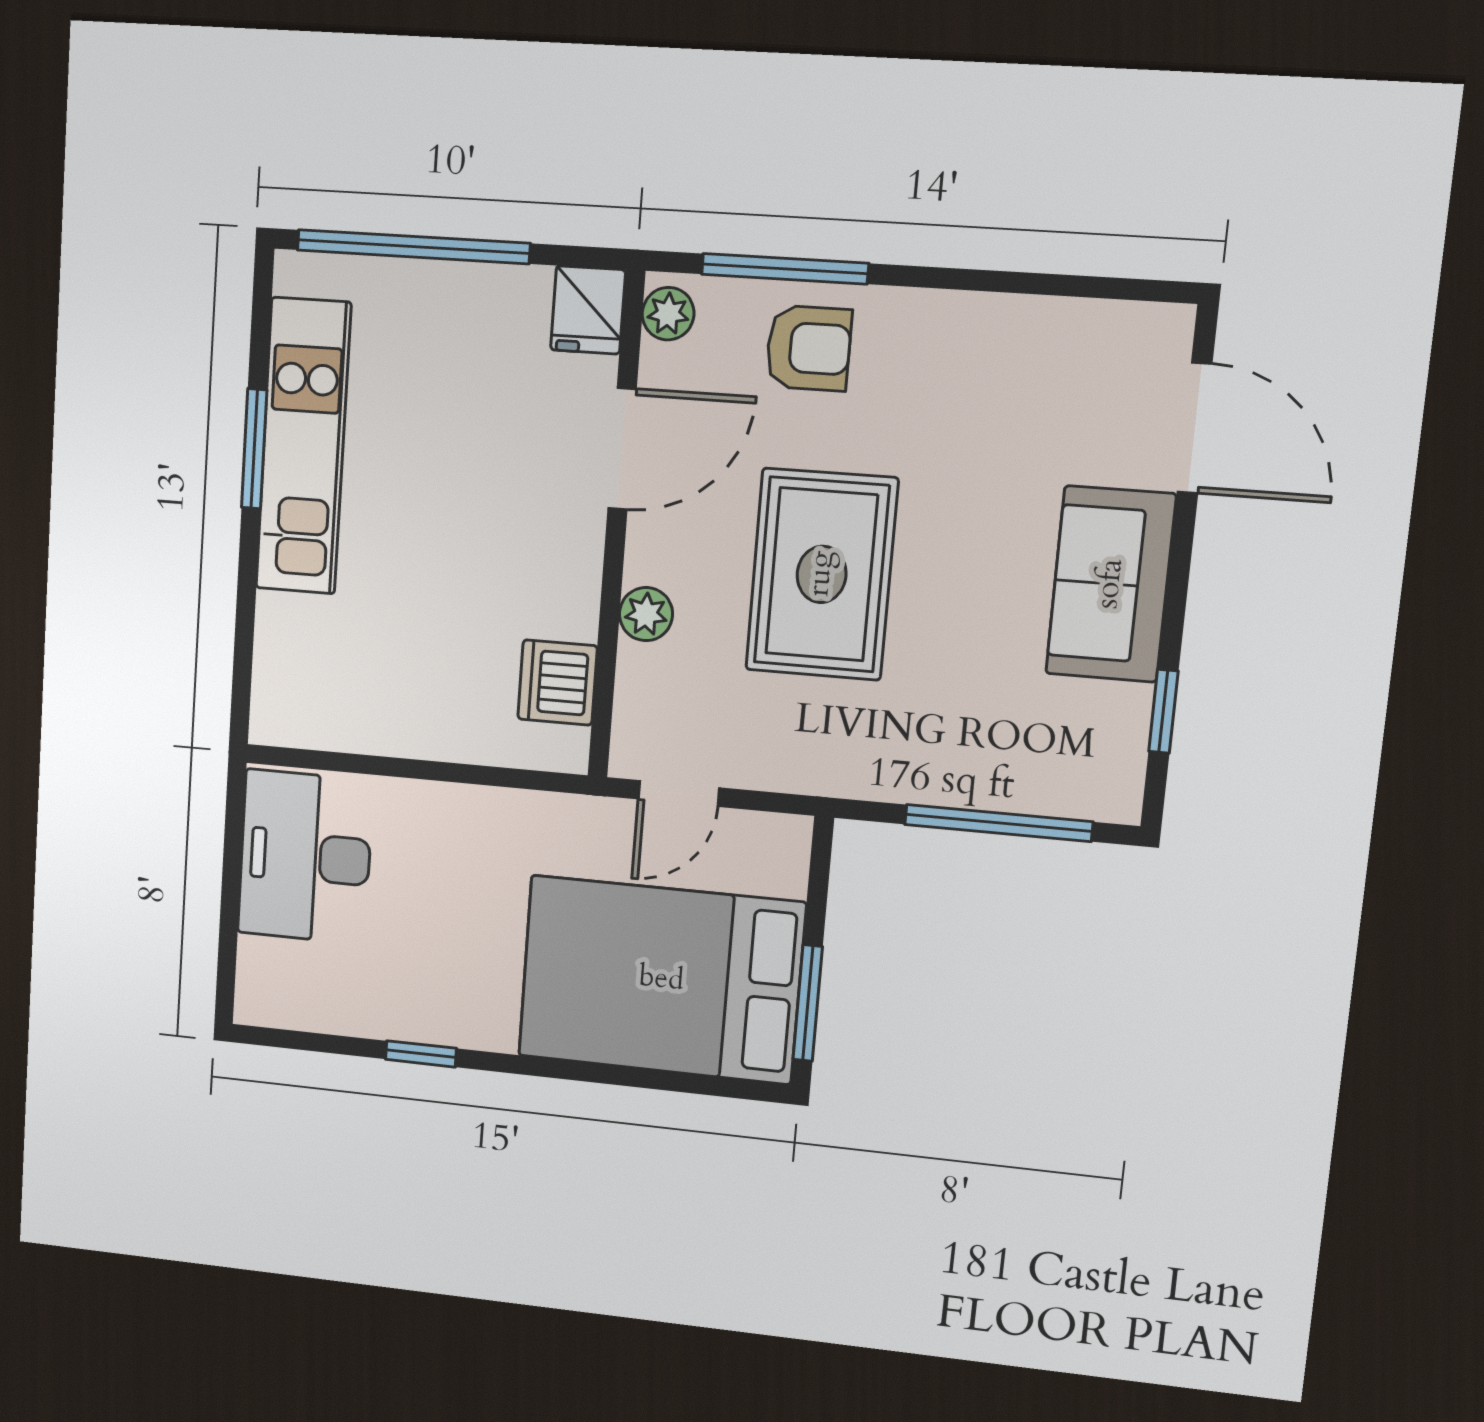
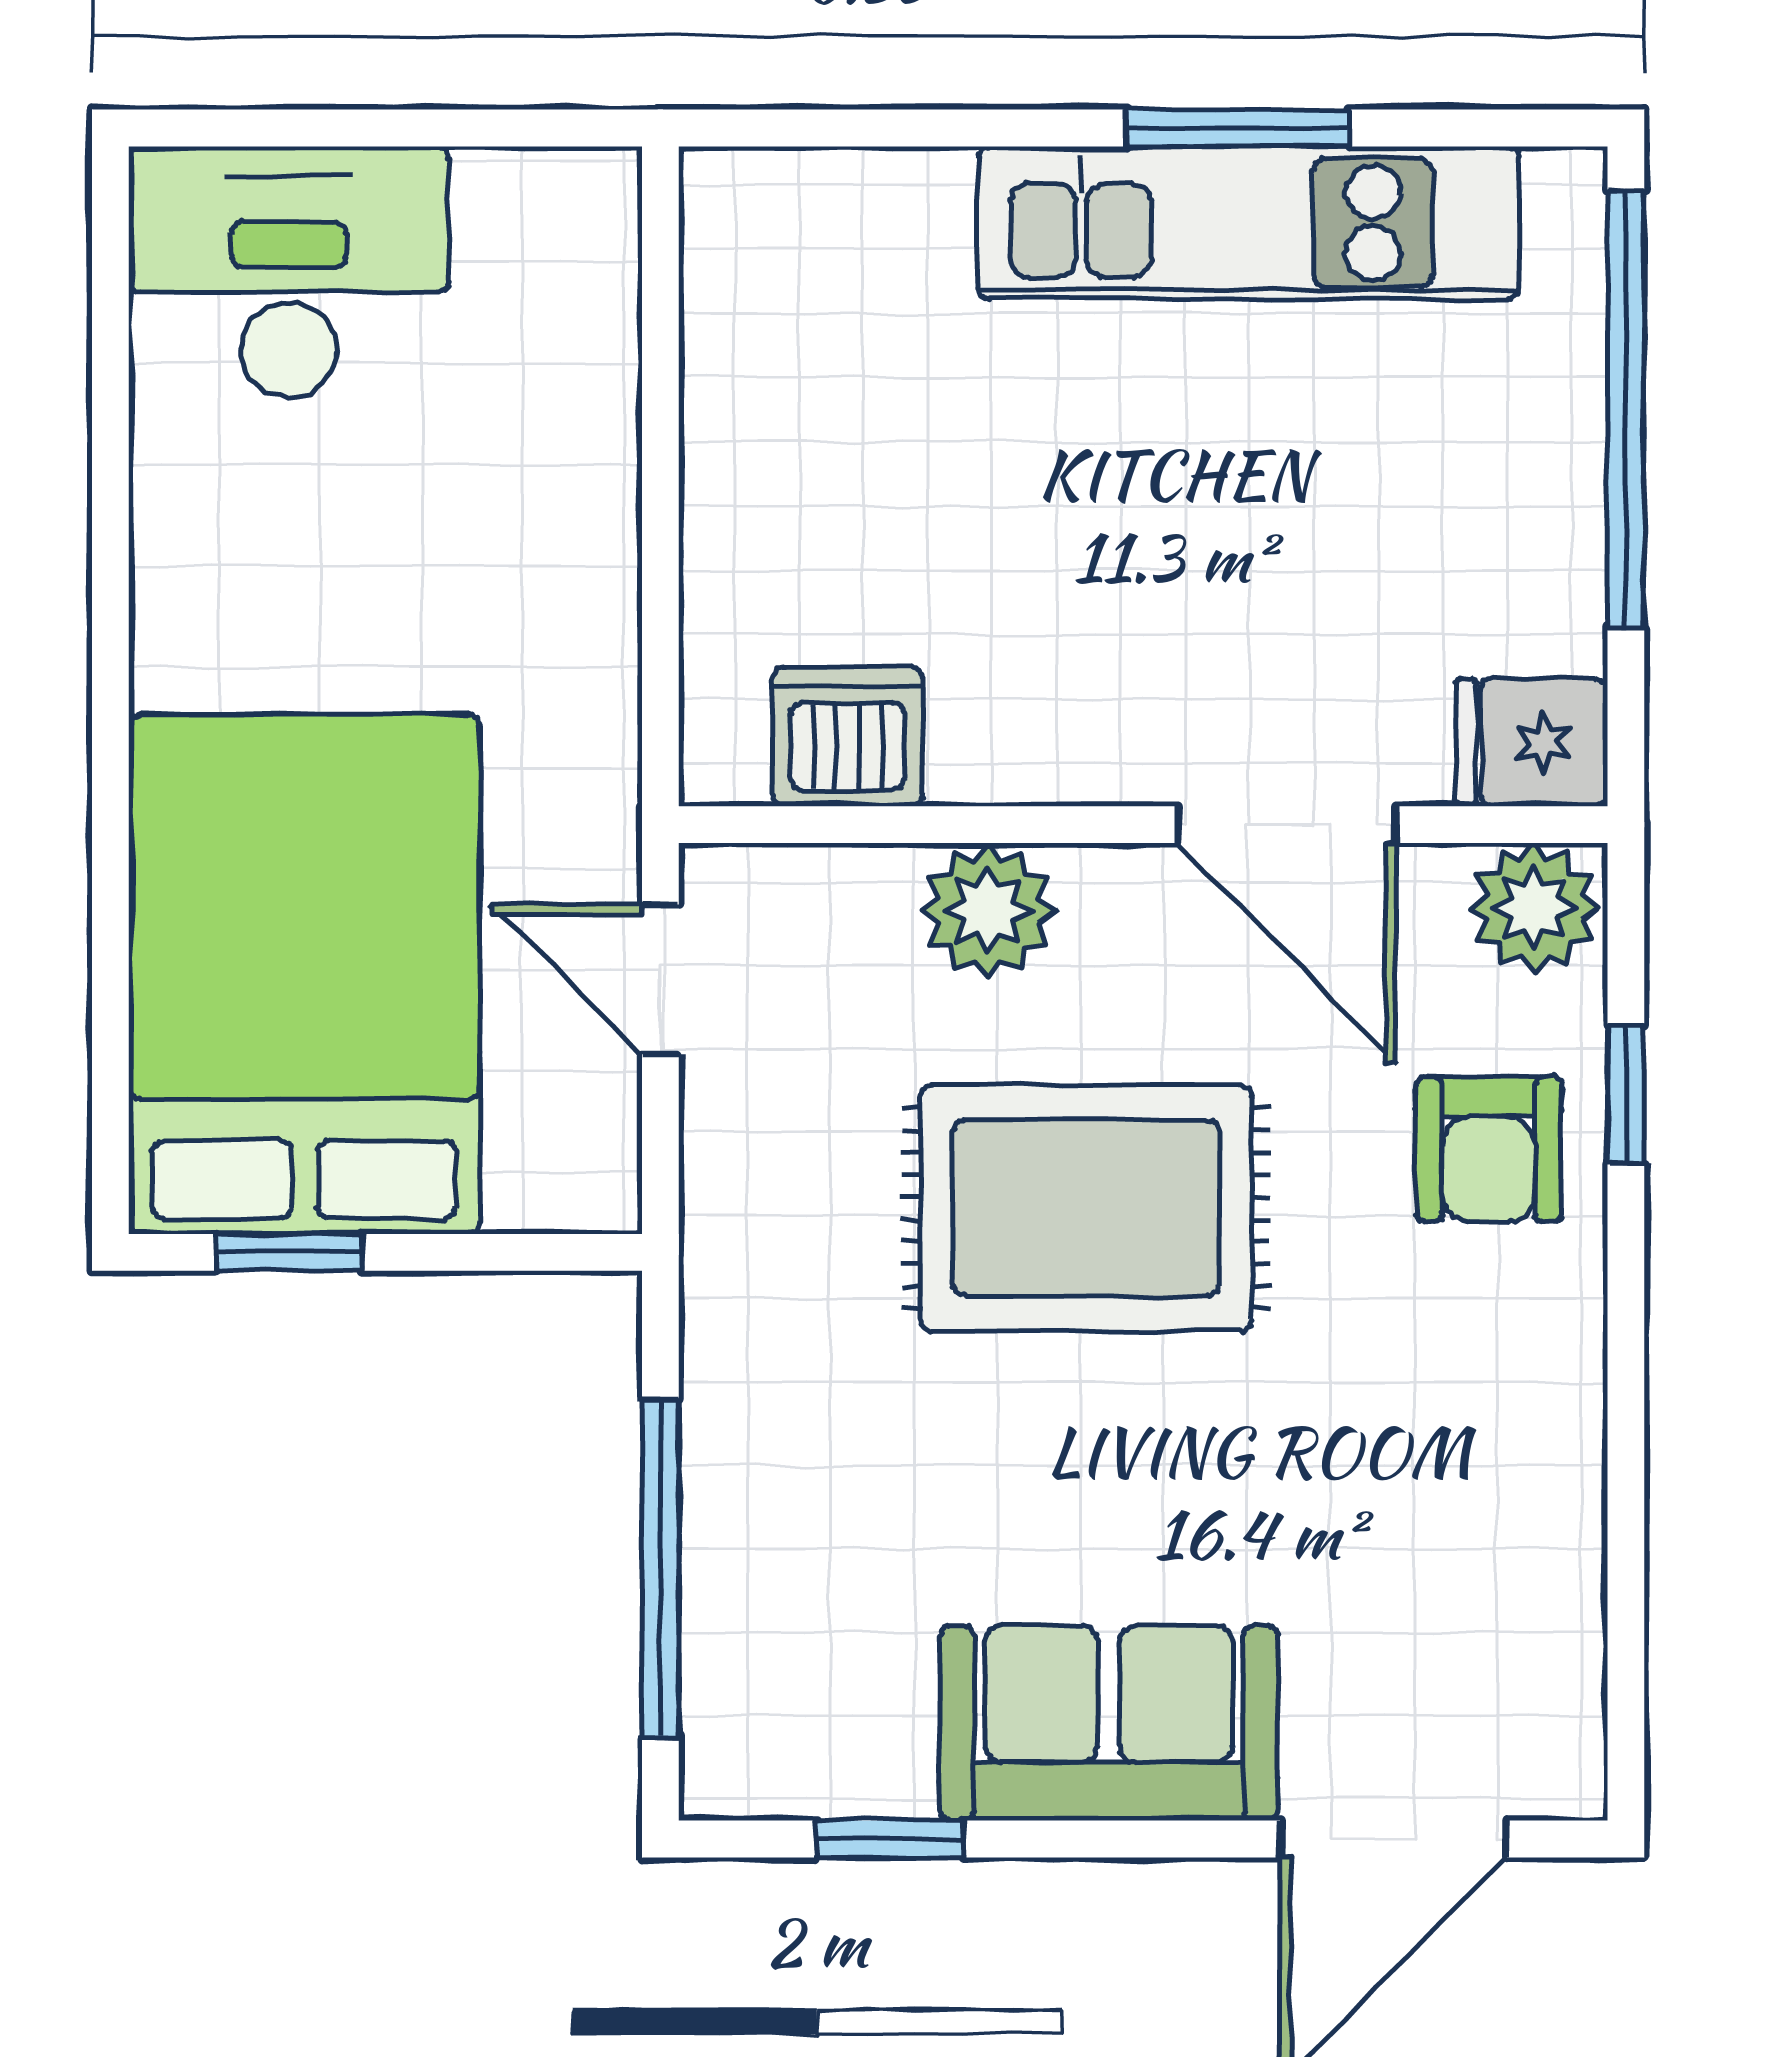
window: (785, 269) -> (1626, 1094), width x0.46
plant: (668, 314) -> (1534, 908), width x1.38, depth x1.38
plant: (646, 614) -> (988, 911), width x1.38, depth x1.38
desk: (305, 857) -> (289, 272), moved
window: (808, 1003) -> (289, 1252), width x0.67
window: (421, 1054) -> (110, 523), removed

